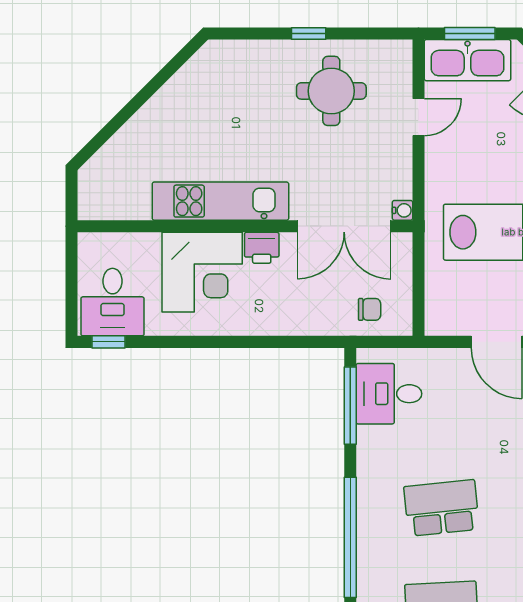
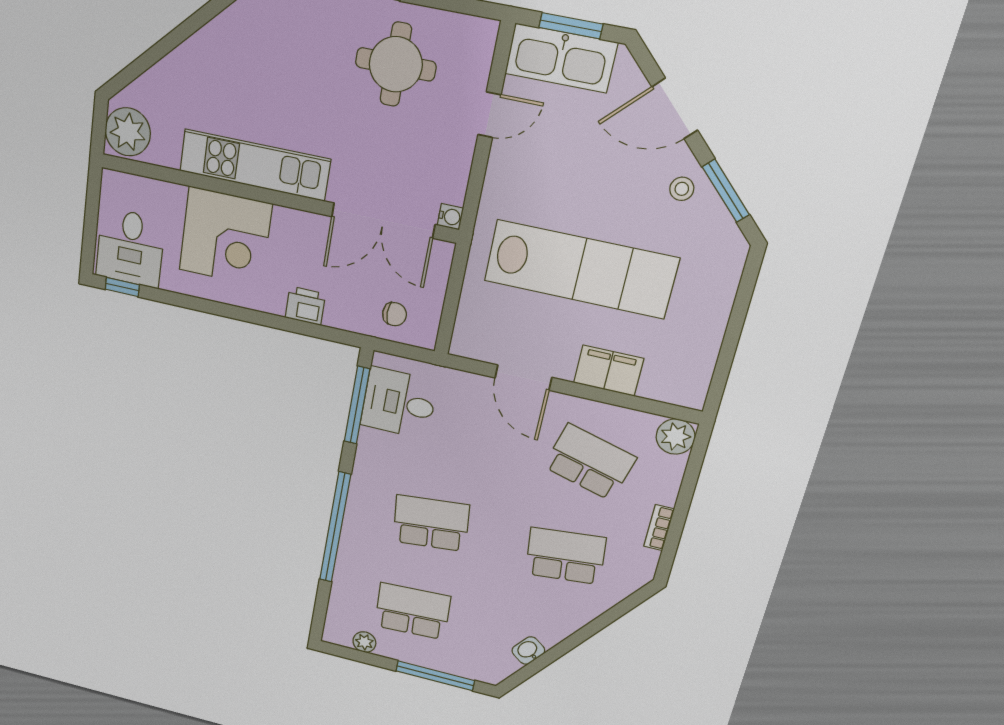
plant: (99, 195) -> (128, 132), added
printer: (262, 248) -> (305, 306), moved, turned 180

